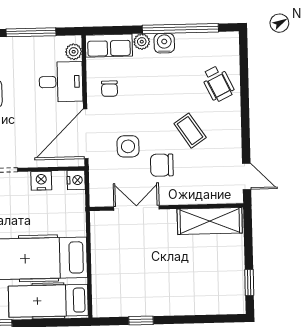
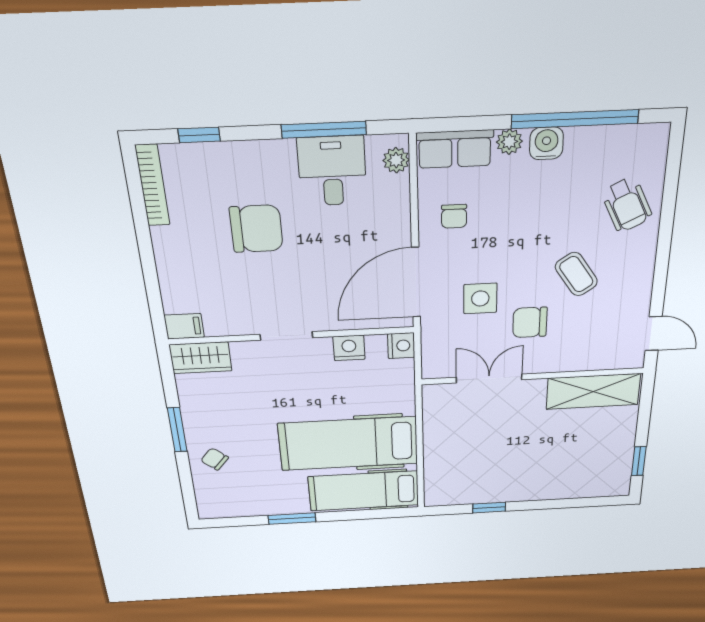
desk: (61, 82) -> (332, 171), moved, turned -90

